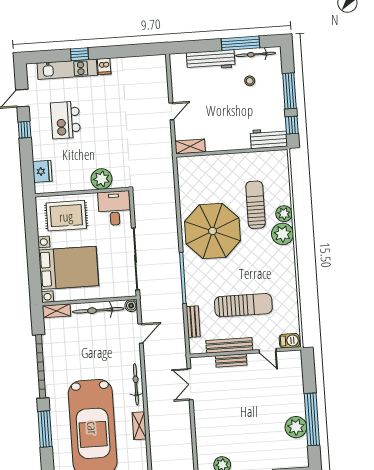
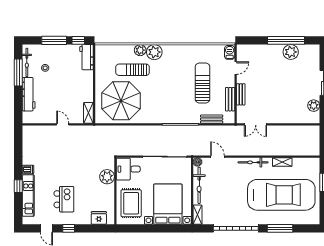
kitchen island: (65, 120) -> (64, 199), turned -90
parasol: (213, 231) -> (121, 101), moved
bench: (229, 345) -> (230, 99), width x0.73

